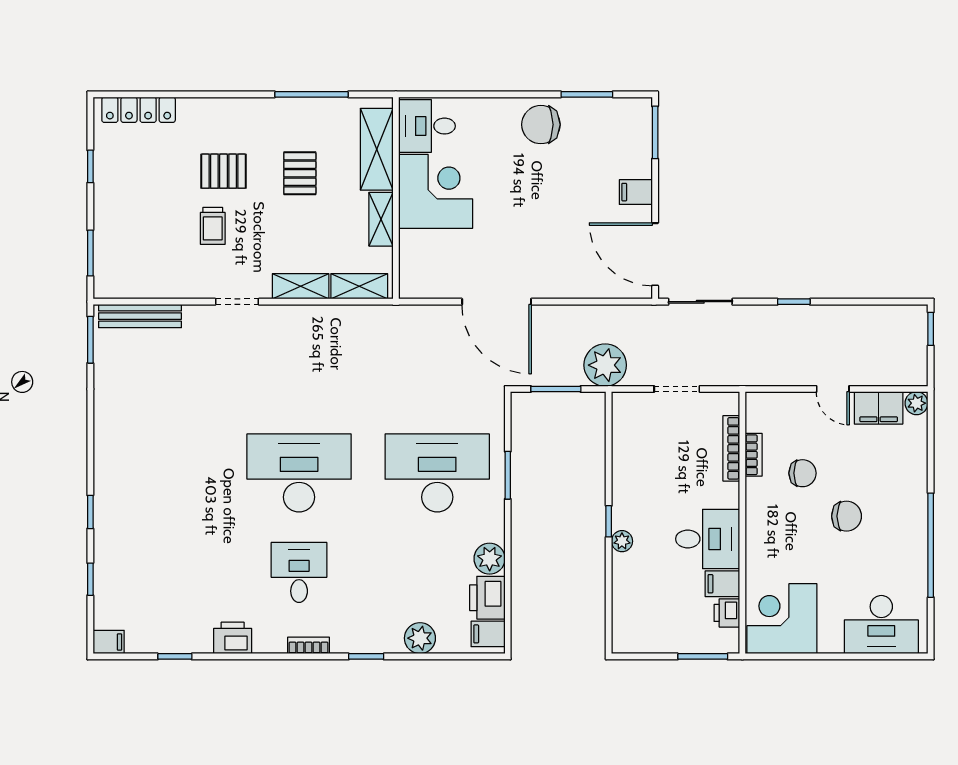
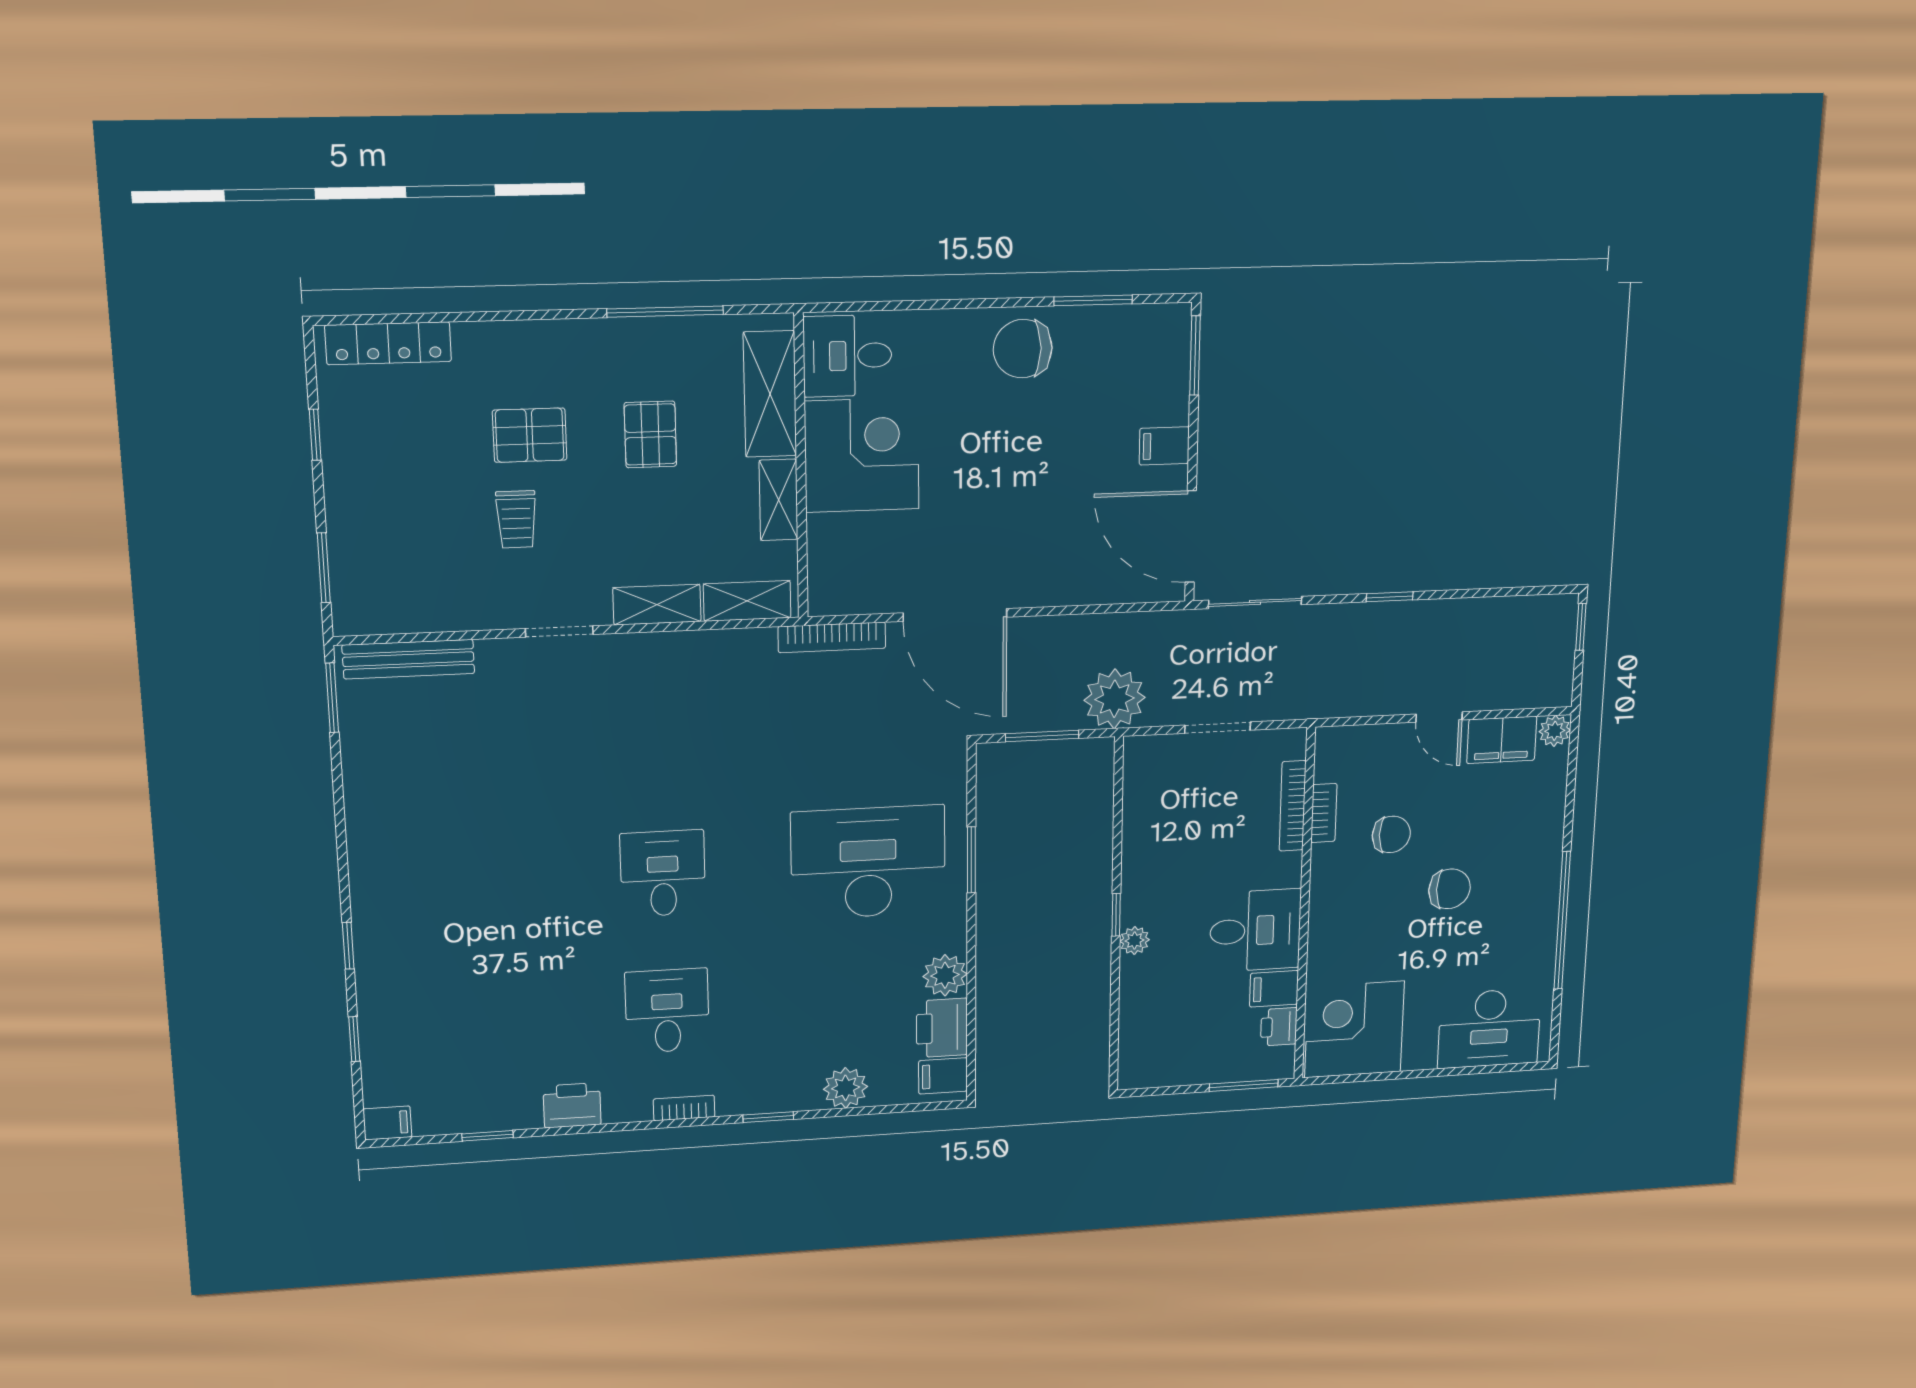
bookcase: (415, 314) -> (832, 637), added
desk: (299, 473) -> (663, 873), width x0.53, depth x0.77

